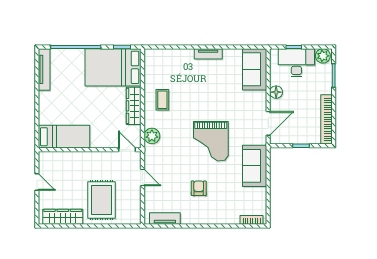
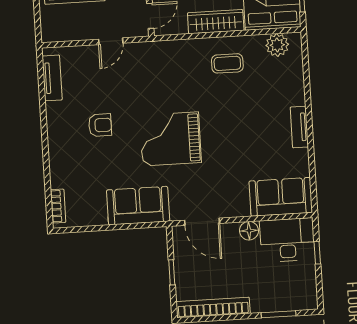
plant: (323, 56) -> (307, 297), removed
desk: (296, 63) -> (287, 240), moved, turned -90
plant: (152, 136) -> (277, 45), moved

